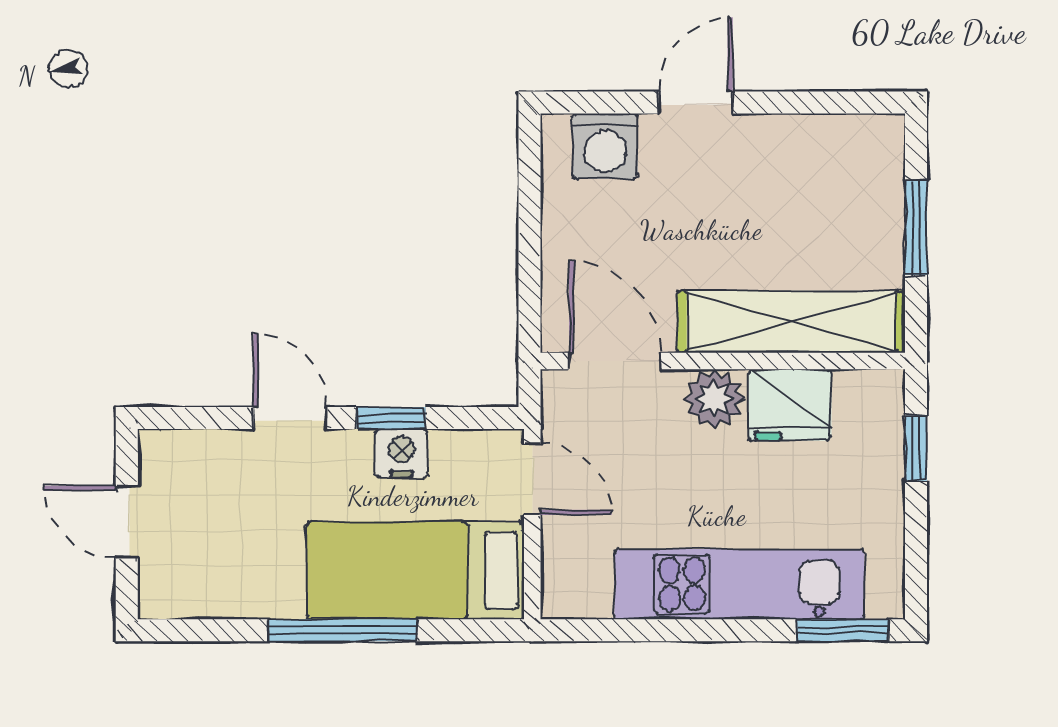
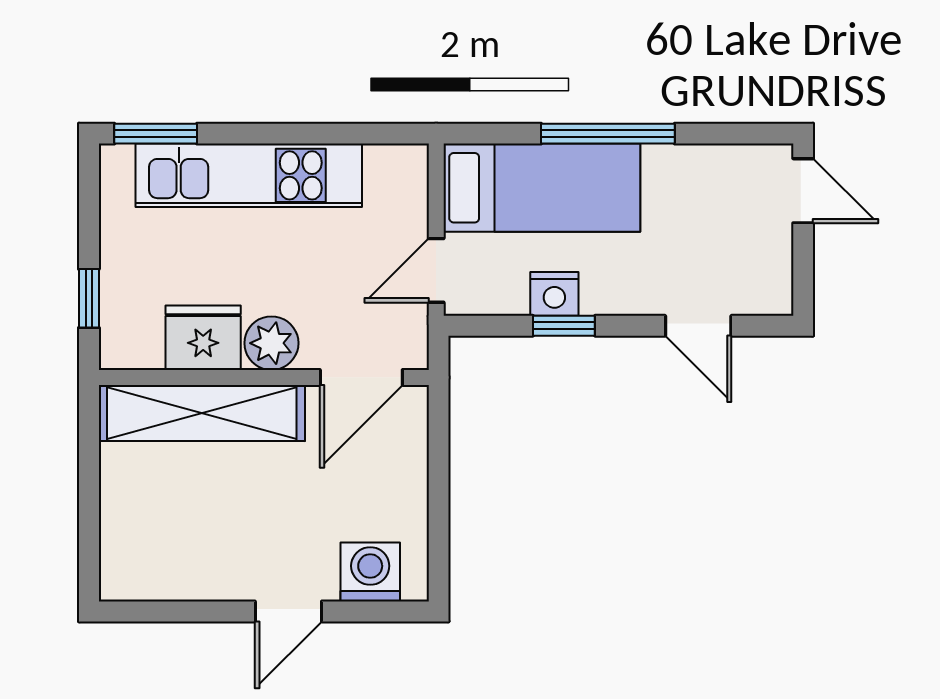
window: (916, 228) -> (89, 498), removed
door: (615, 361) -> (361, 377), hinge flipped
door: (290, 418) -> (698, 326), moved
door: (532, 479) -> (436, 270), hinge flipped
door: (127, 522) -> (803, 191), moved

